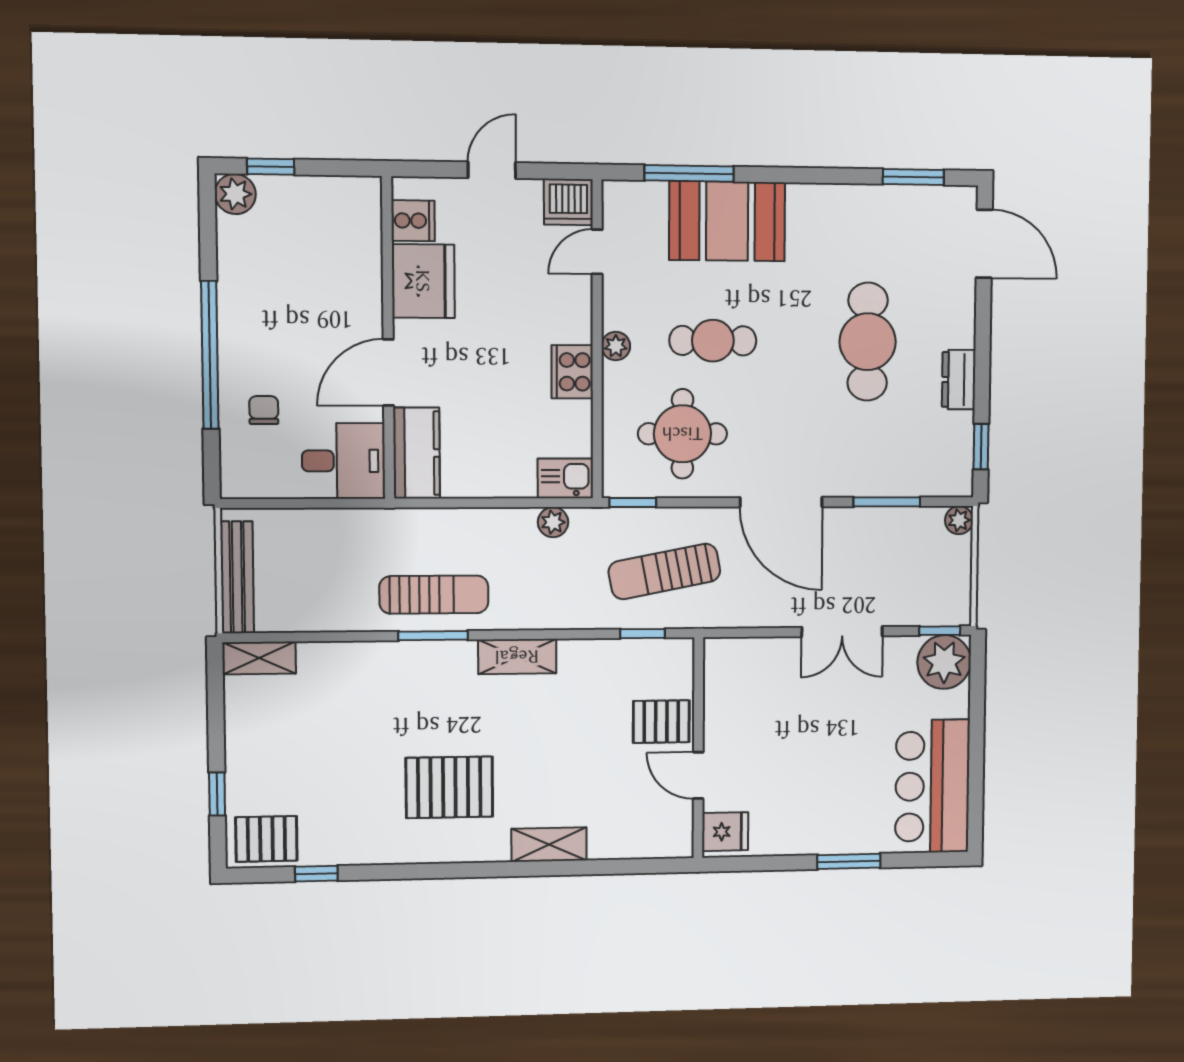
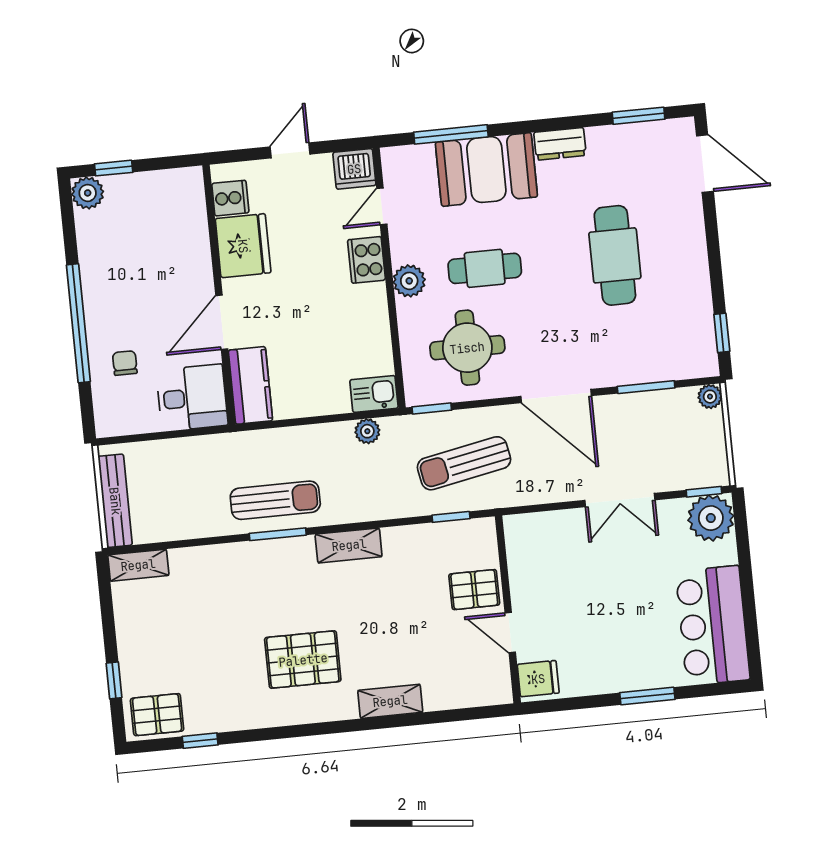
plant: (616, 346) -> (409, 281), width x1.38, depth x1.38
cooker: (572, 372) -> (366, 260), moved
dresser: (959, 380) -> (560, 144), moved, turned -90

